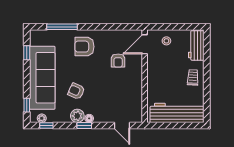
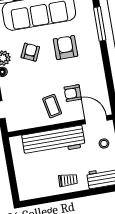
armchair: (84, 47) -> (66, 48), moved
coffee table: (126, 80) -> (52, 106), added
workbench: (177, 113) -> (53, 141), moved, turned 90

